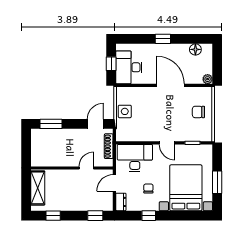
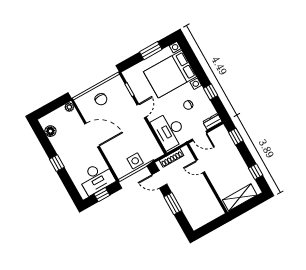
door: (170, 85) -> (92, 135), swing flipped
window: (51, 124) -> (173, 204), moved

